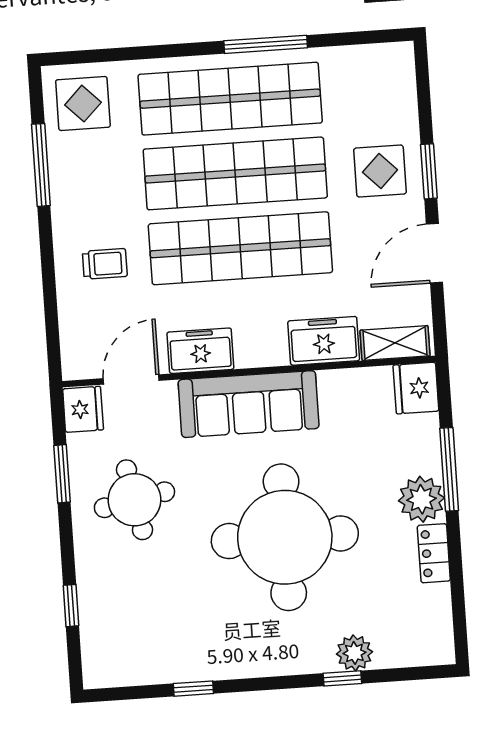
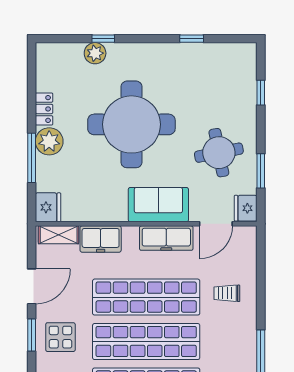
freezer: (200, 351) -> (166, 238), width x1.40
sofa: (249, 404) -> (158, 205), width x0.73

